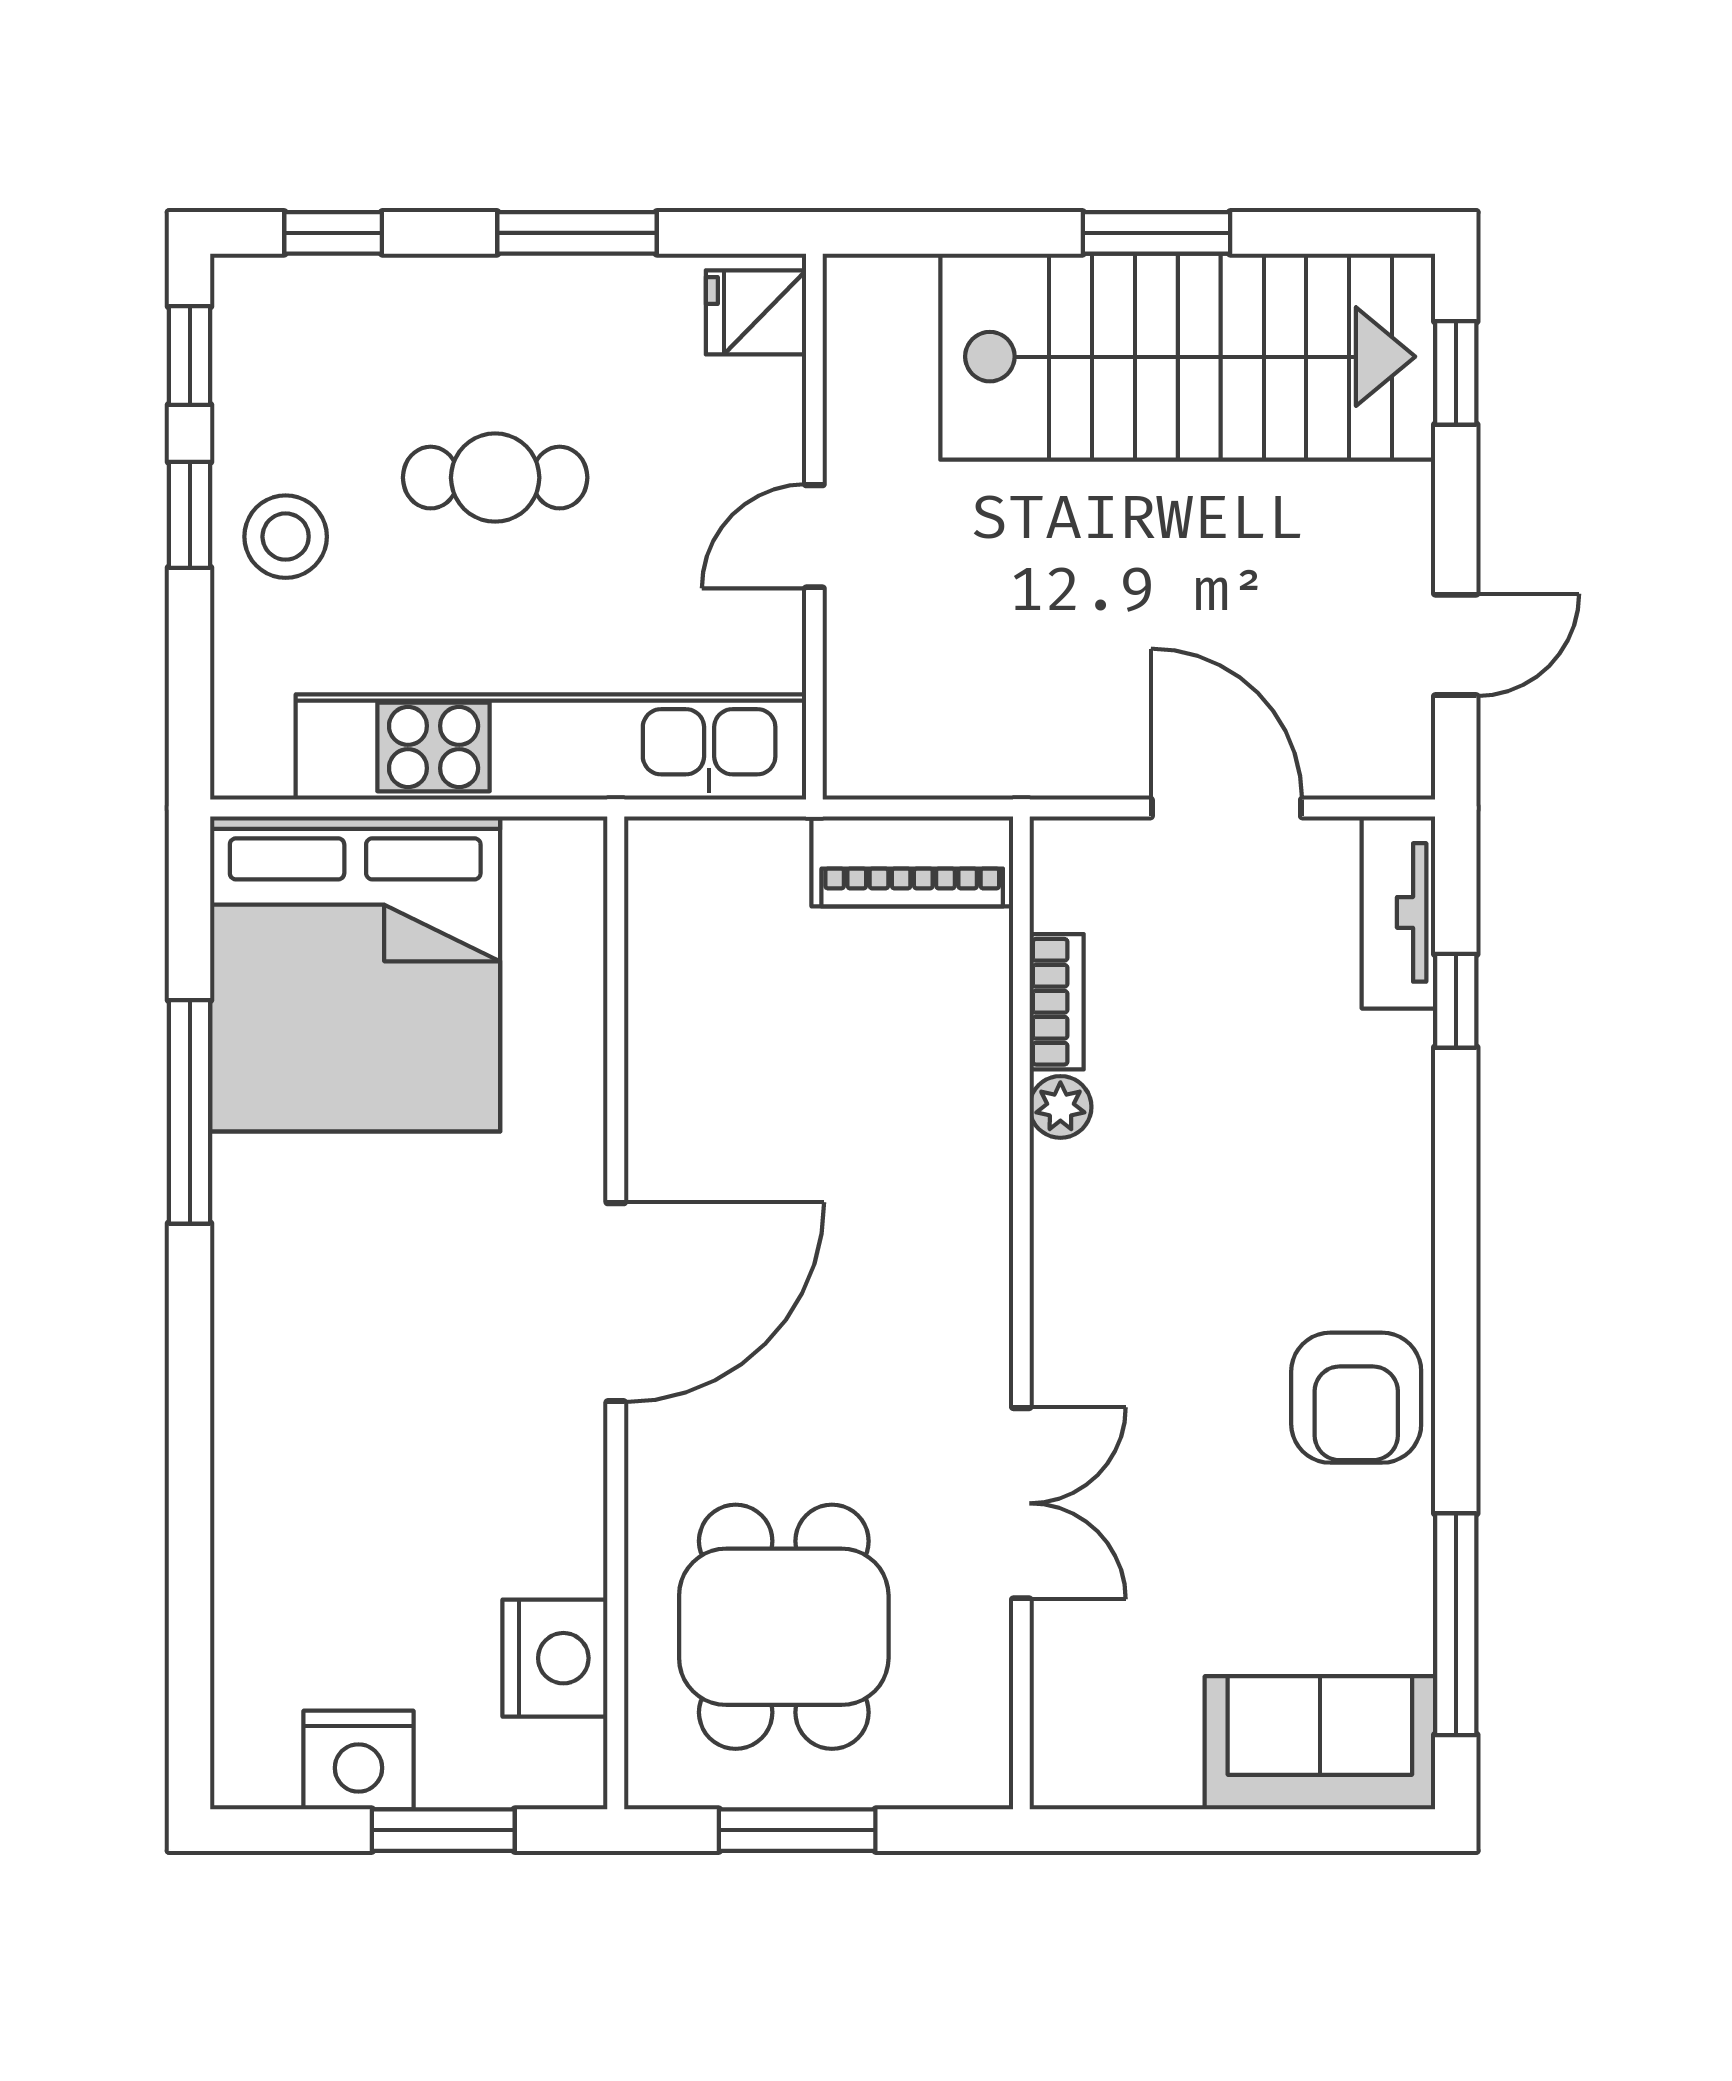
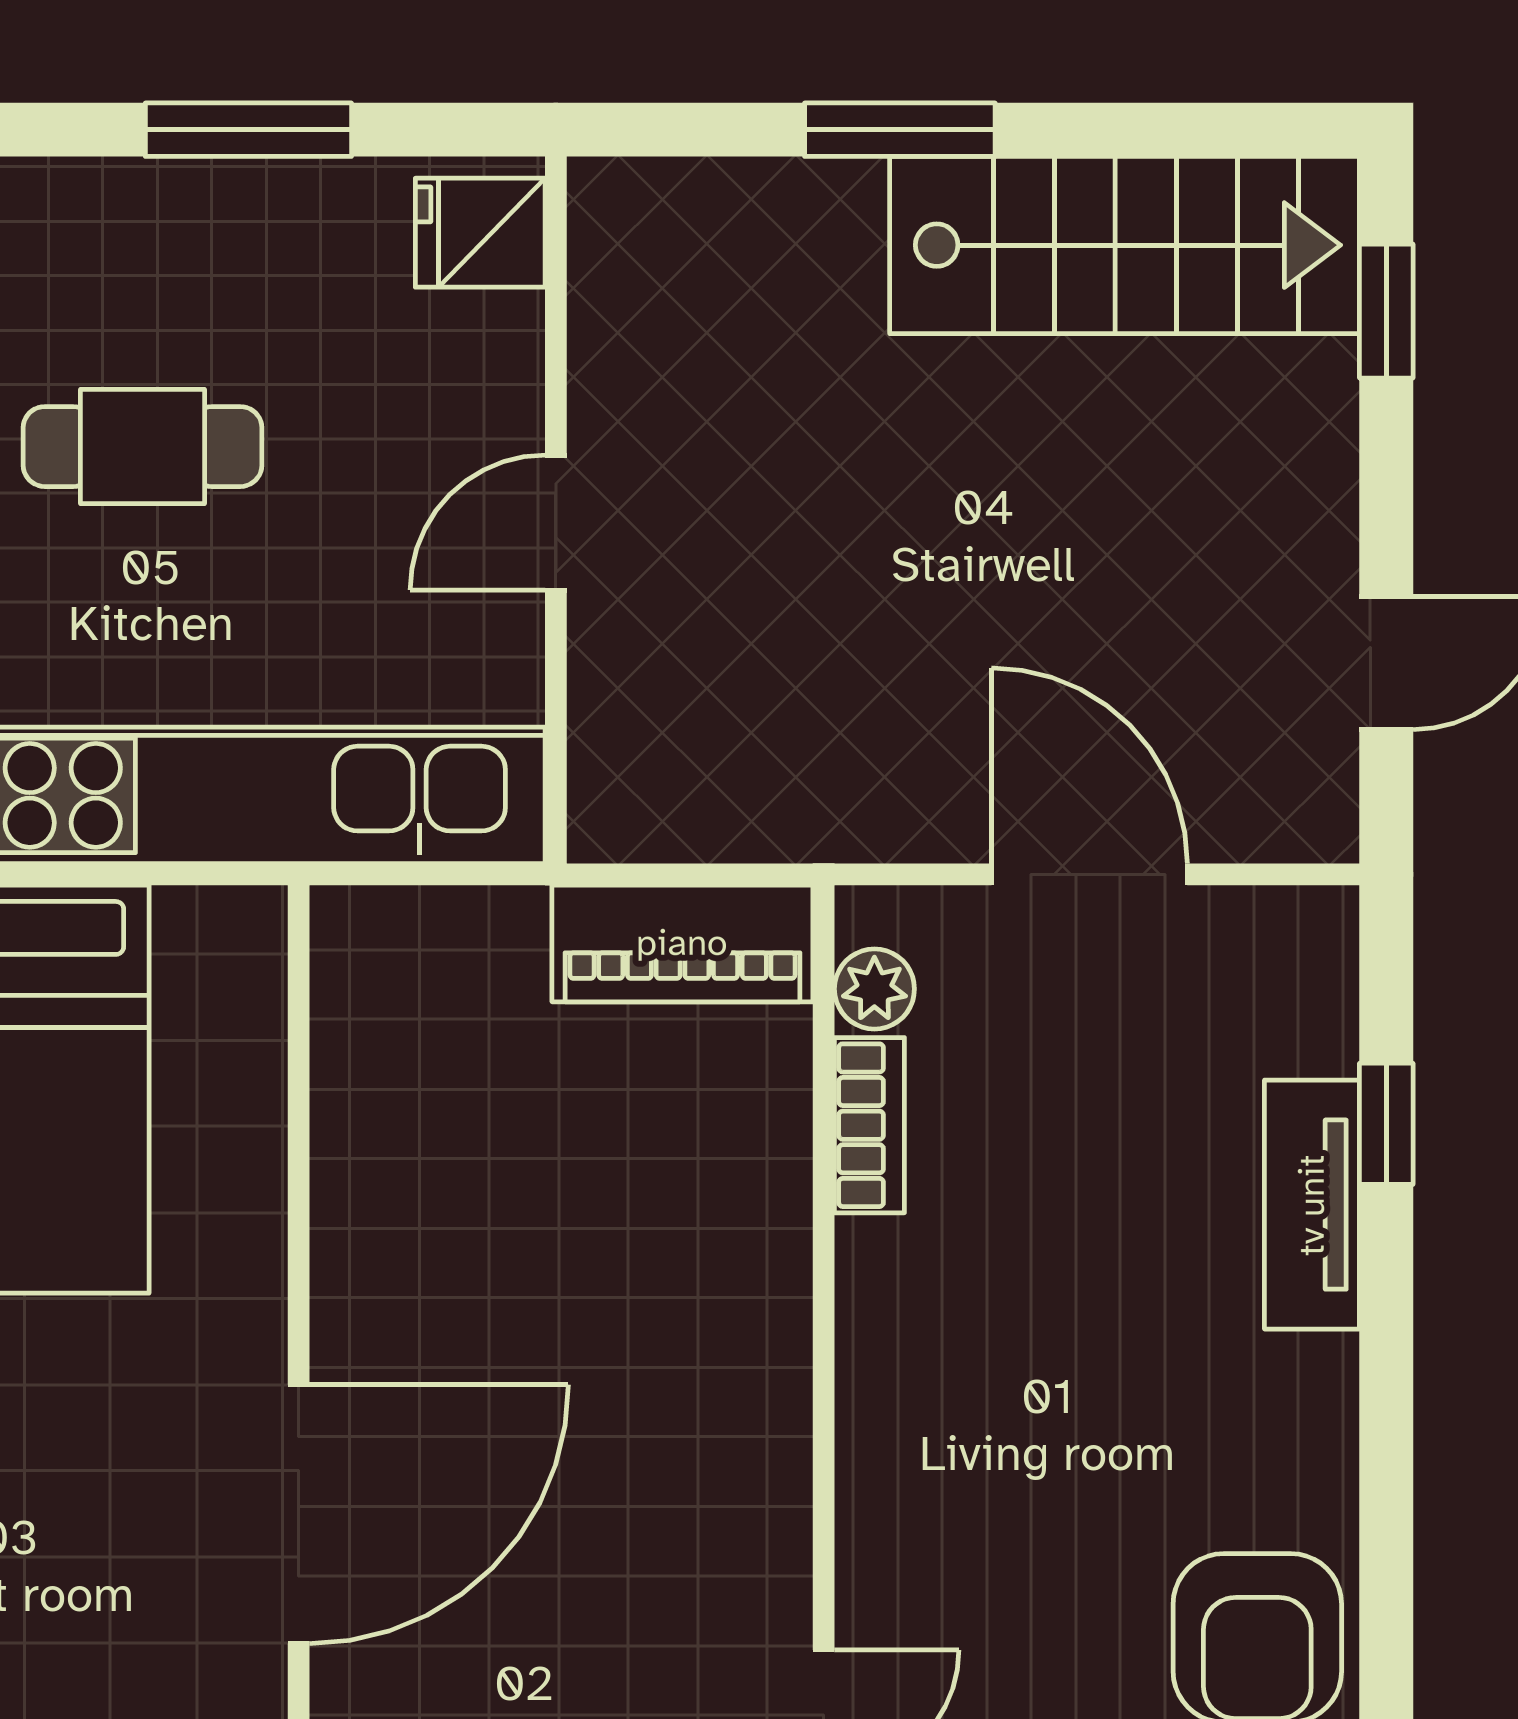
window: (1156, 233) -> (900, 130), moved
stairs: (1188, 357) -> (1125, 245), width x0.73, depth x0.66
tv unit: (1398, 912) -> (1312, 1205), moved
plant: (1060, 1107) -> (874, 989), moved

